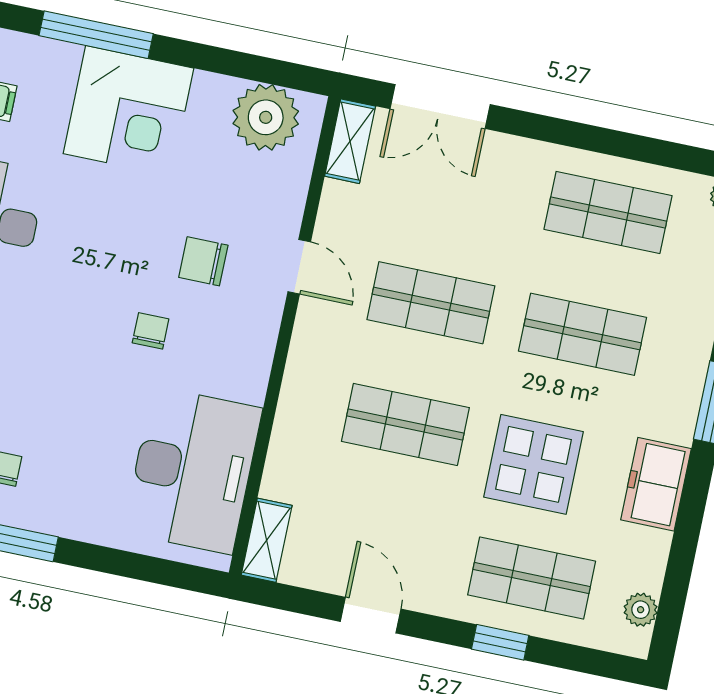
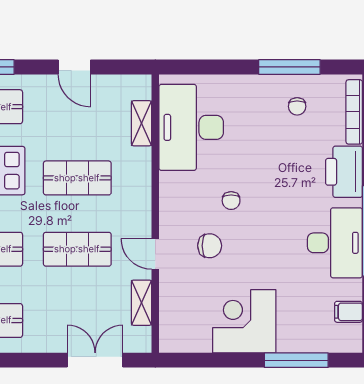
corner desk: (128, 111) -> (244, 321), moved
plant: (266, 117) -> (192, 334), removed
shelving: (350, 141) -> (141, 303), moved
shelving: (267, 540) -> (142, 123), moved

